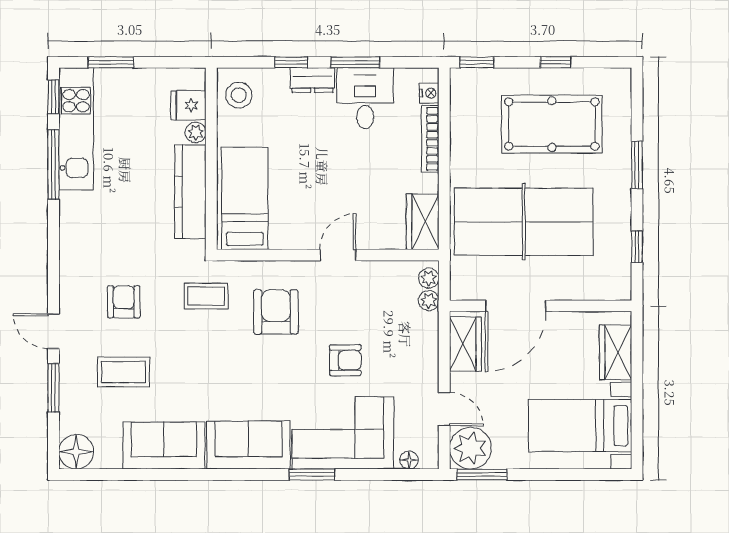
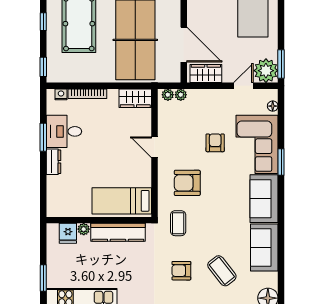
window: (291, 62) -> (43, 174), removed
stool: (239, 95) -> (62, 204), removed
coffee table: (124, 372) -> (222, 271), turned -38

